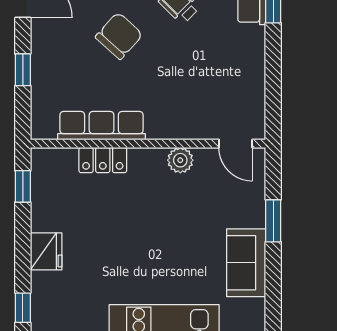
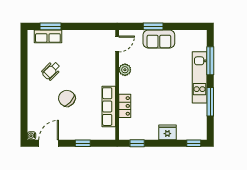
sofa: (246, 263) -> (159, 39), moved

